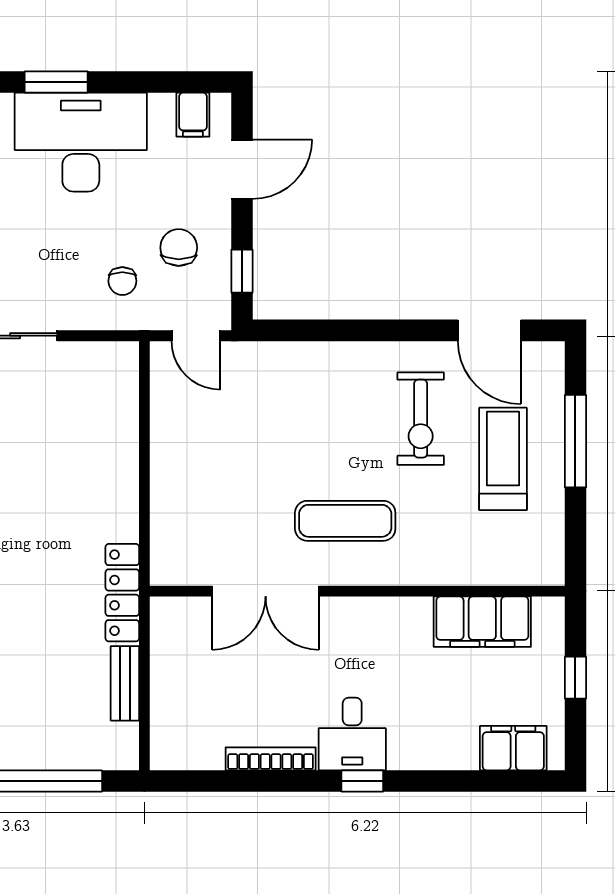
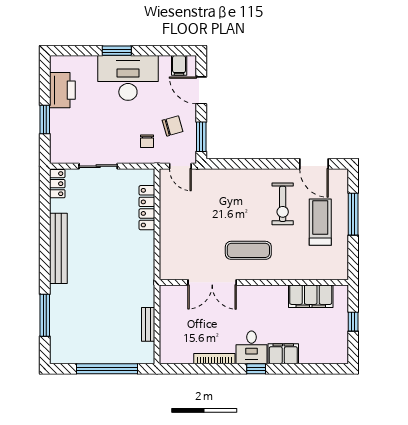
door: (242, 169) -> (201, 90), swing flipped
chair: (179, 248) -> (173, 126), turned 74
window: (242, 271) -> (201, 137), width x1.50
locker: (122, 593) -> (147, 208), moved
filing cabinet: (513, 748) -> (283, 354), moved

